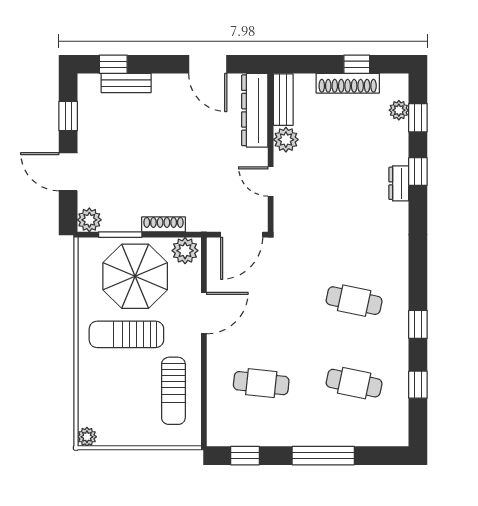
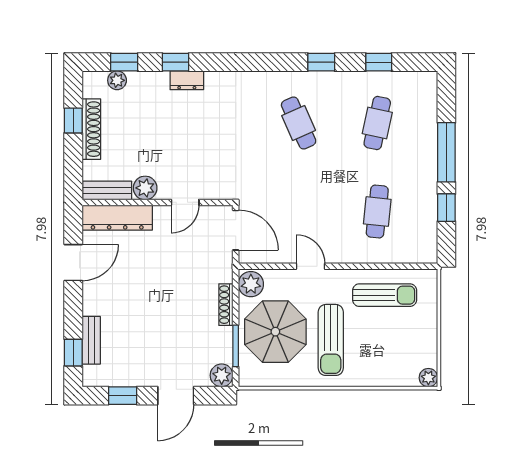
cafe table: (354, 301) -> (299, 123), turned -36
door: (204, 313) -> (311, 266), width x0.73
window: (245, 456) -> (446, 208), moved

